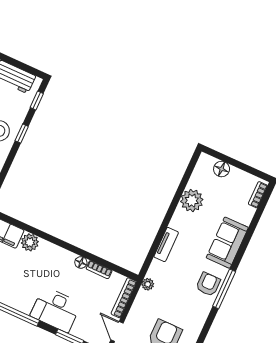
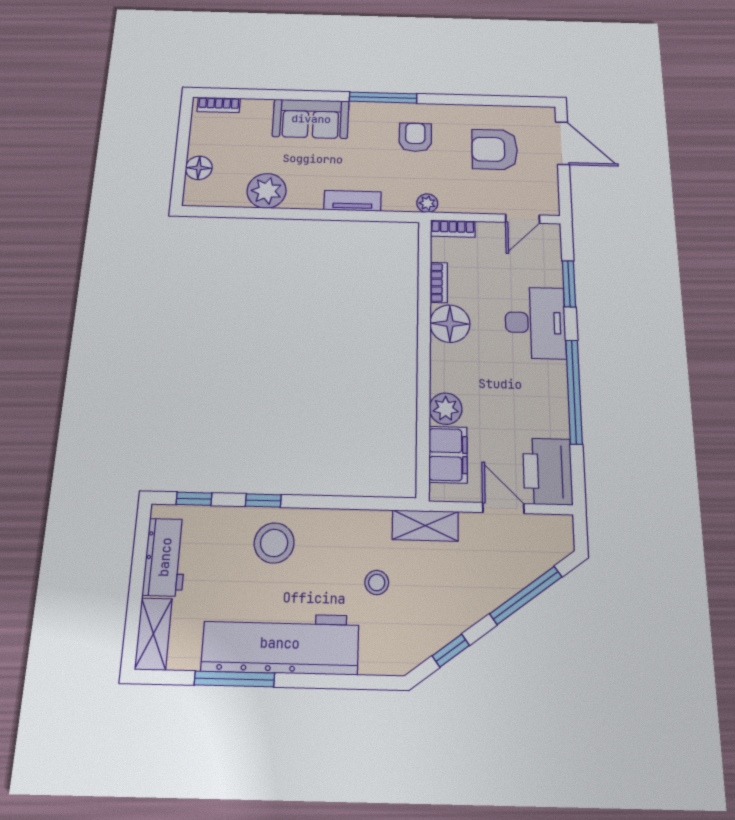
floor lamp: (81, 262) -> (450, 324), width x1.89, depth x1.89
armchair: (208, 284) -> (415, 137), moved, turned 90
bookcase: (124, 298) -> (453, 229), width x0.64

